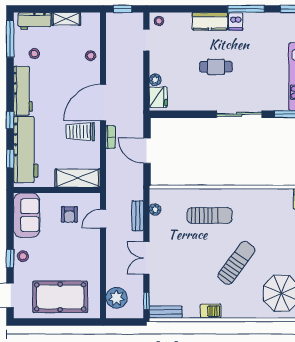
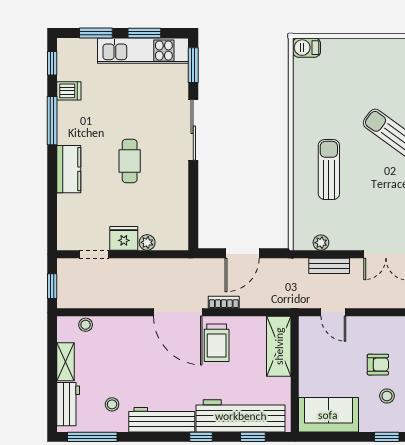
stool: (159, 21) -> (68, 237), removed
dishwasher: (236, 21) -> (69, 91), moved
stool: (91, 56) -> (86, 325), moved
fridge: (158, 97) -> (124, 238), moved
armchair: (69, 214) -> (378, 365), moved
stool: (23, 256) -> (387, 396), moved

